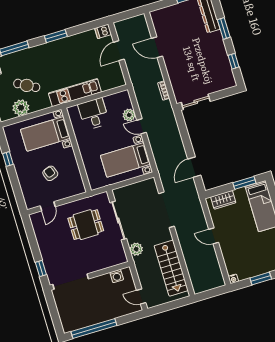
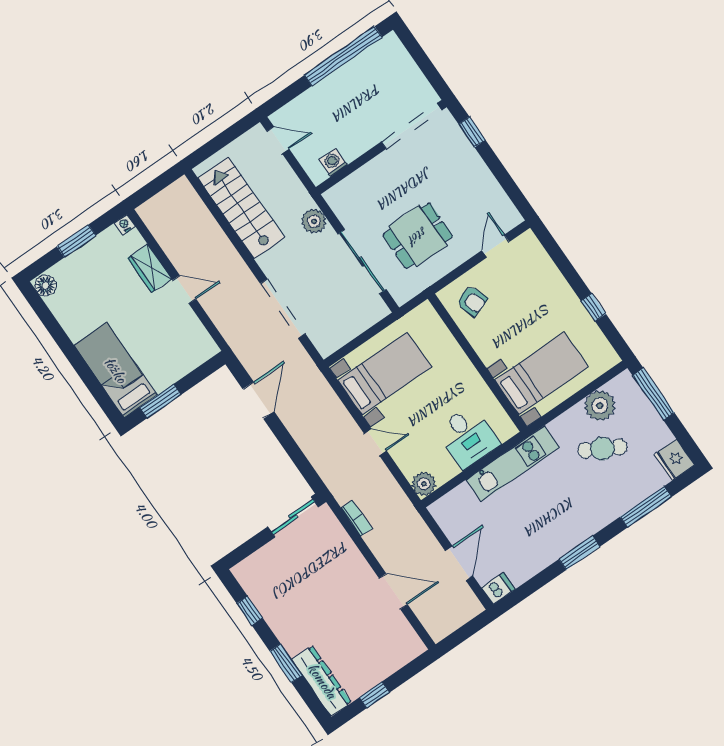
plant: (129, 115) -> (424, 484), moved
armchair: (50, 173) -> (472, 301), moved
wardrobe: (223, 200) -> (150, 269), moved, turned -90

